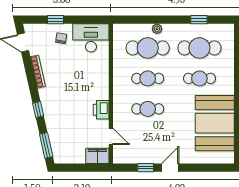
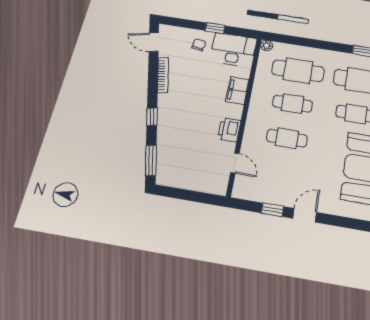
window: (56, 20) -> (215, 28), moved
plant: (157, 29) -> (267, 45), moved
filing cabinet: (97, 156) -> (237, 91), moved, turned -90

